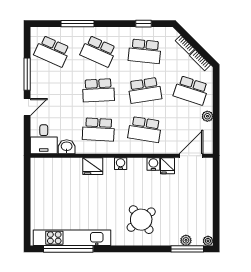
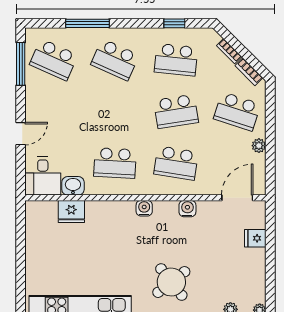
window: (27, 74) -> (21, 64), moved
school desk: (98, 90) -> (115, 111), removed
fridge: (93, 166) -> (71, 211), moved
fridge: (168, 166) -> (255, 238), moved, turned 90

